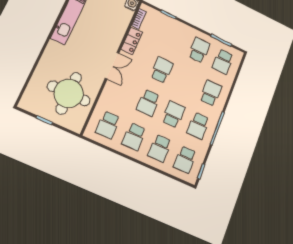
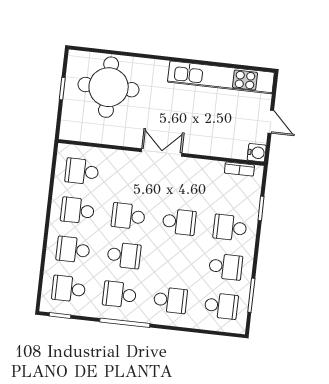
school desk: (175, 38) -> (230, 228), added
locker: (132, 41) -> (205, 169), removed
school desk: (223, 62) -> (221, 306), turned 180
double door: (112, 66) -> (162, 153), swing flipped
round table: (69, 93) -> (109, 87), moved

